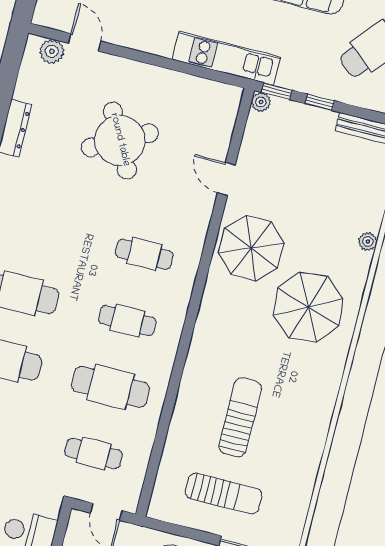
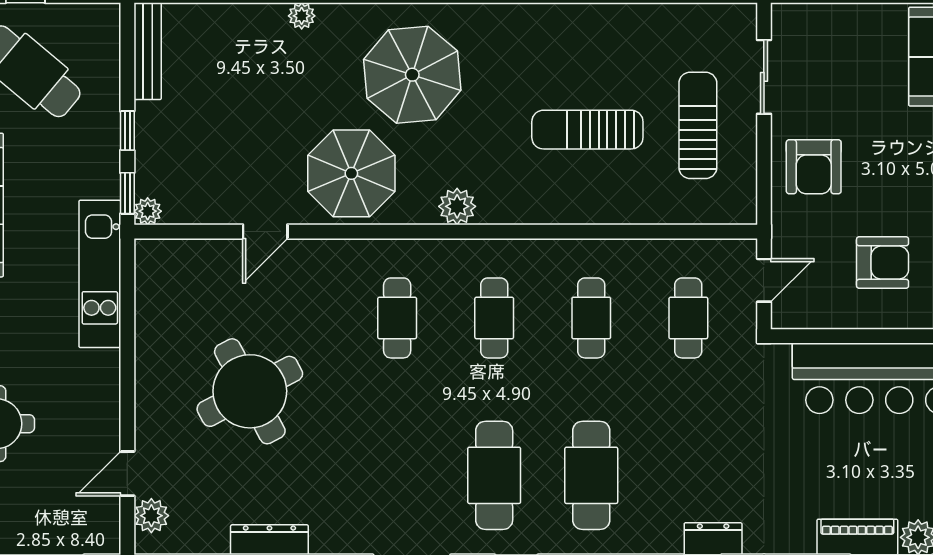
plant: (210, 315) -> (457, 206), added
cafe table: (110, 387) -> (591, 318), width x0.73, depth x0.74

